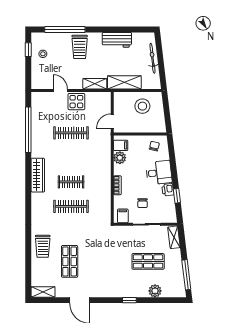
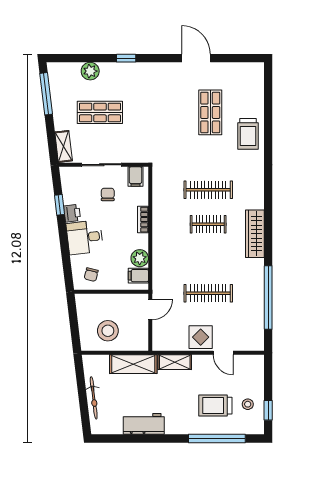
trolley: (80, 47) -> (215, 406), moved, turned -90
trolley: (43, 246) -> (248, 134), turned 180
shelving: (43, 292) -> (247, 70), removed

